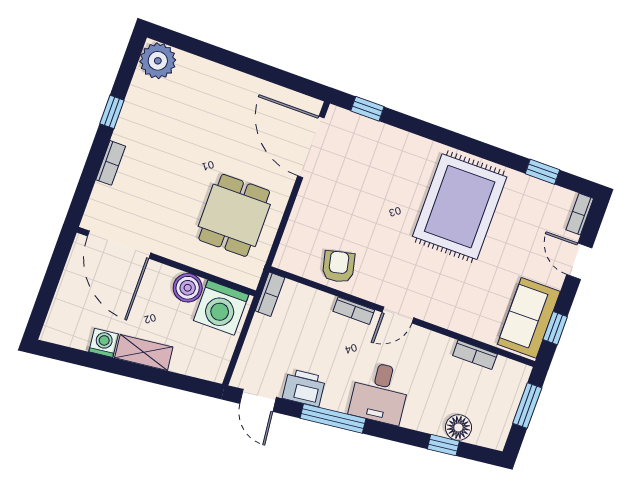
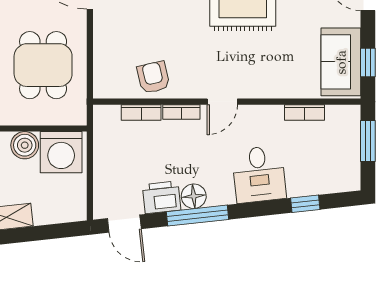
bookcase: (270, 294) -> (141, 112), moved, turned 90
desk: (380, 393) -> (259, 174), moved
floor lamp: (458, 428) -> (194, 196), moved

